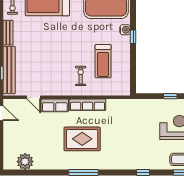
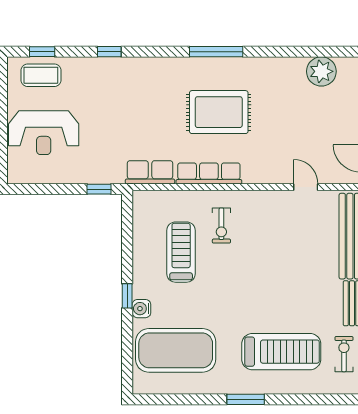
window: (170, 96) -> (99, 189), moved
row of seats: (55, 105) -> (150, 172), moved

